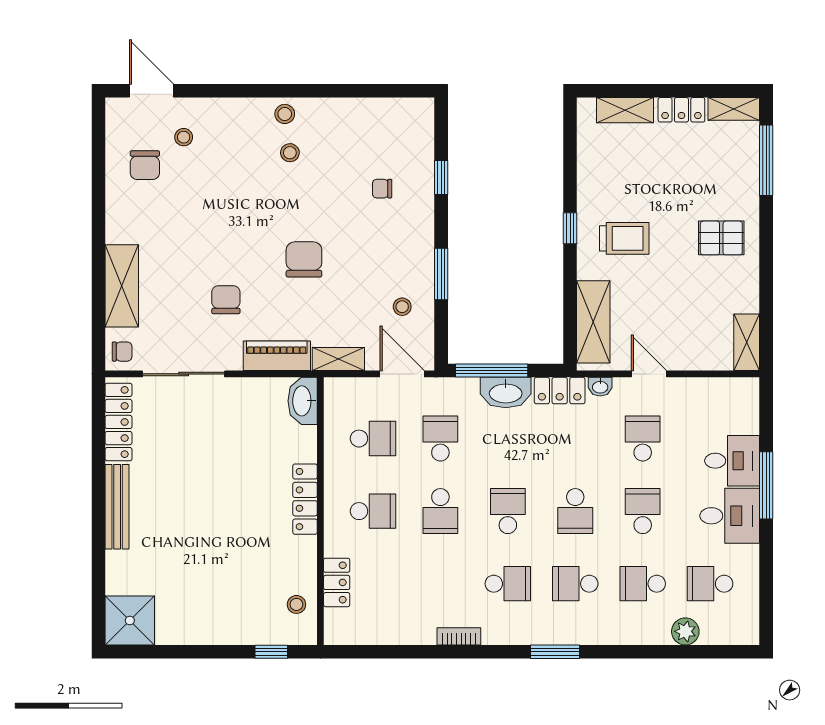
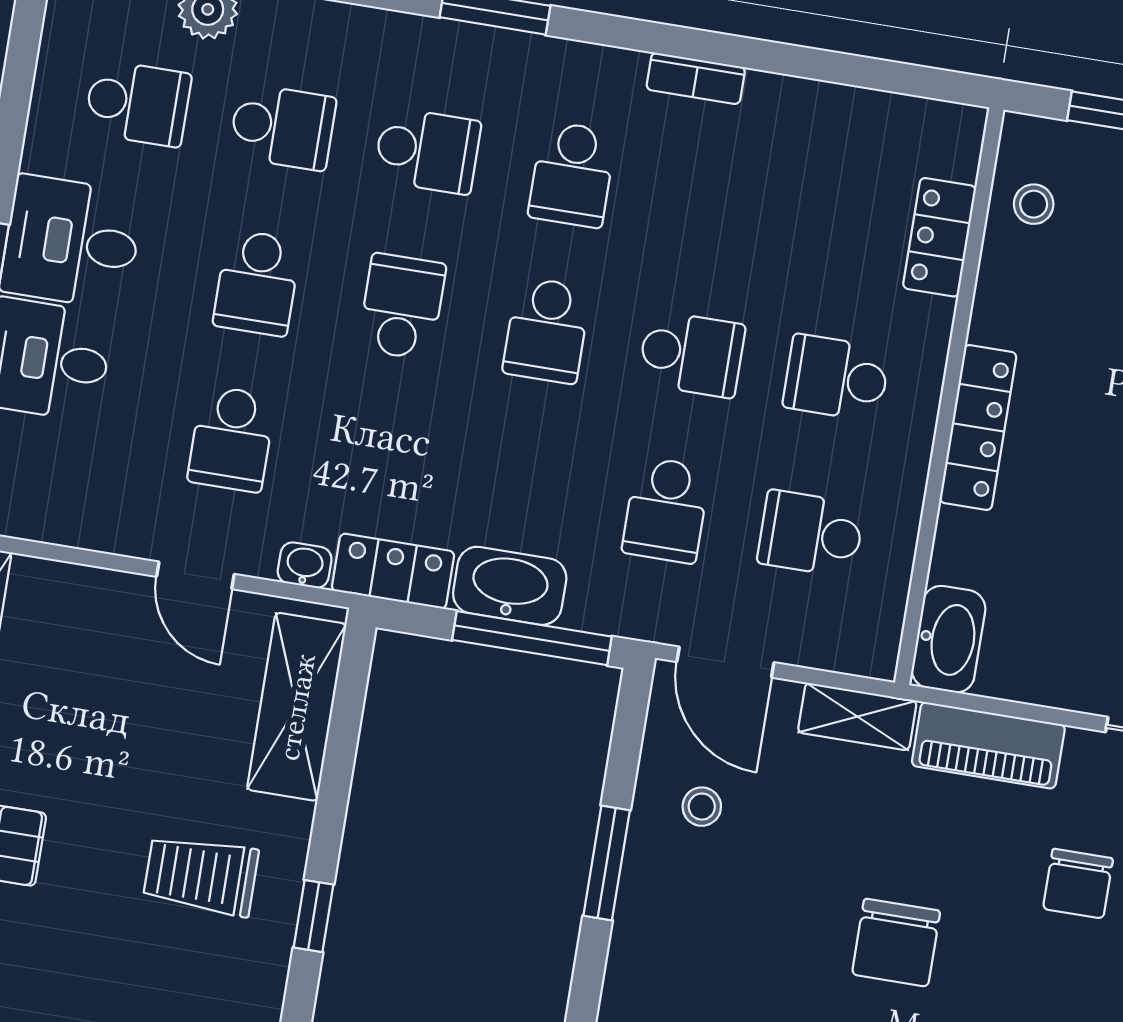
school desk: (440, 511) -> (692, 354), turned 90
school desk: (508, 584) -> (572, 174), turned -90

